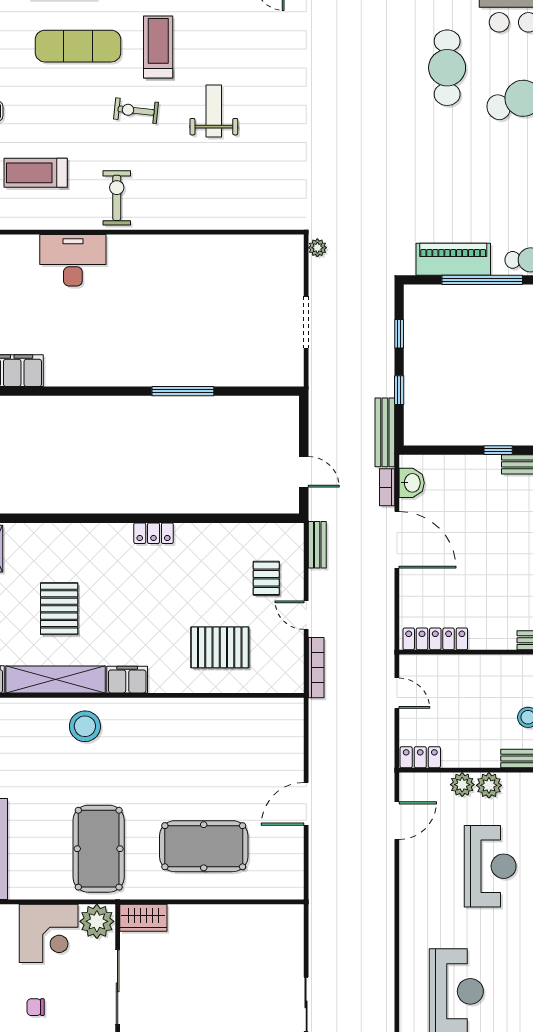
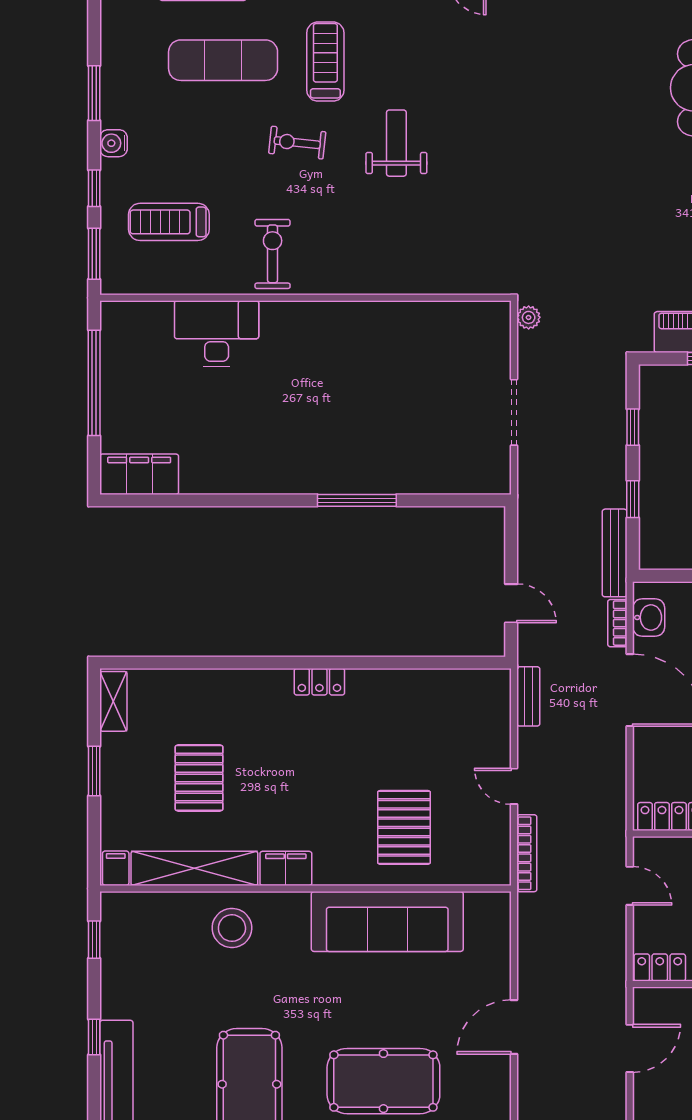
pallet: (266, 578) -> (463, 739), removed
pallet: (220, 647) -> (404, 827), turned 90
sofa: (207, 721) -> (387, 921), added

